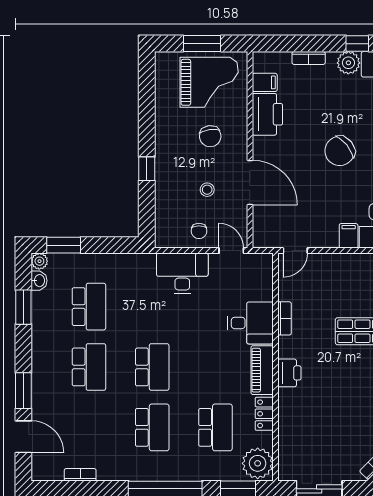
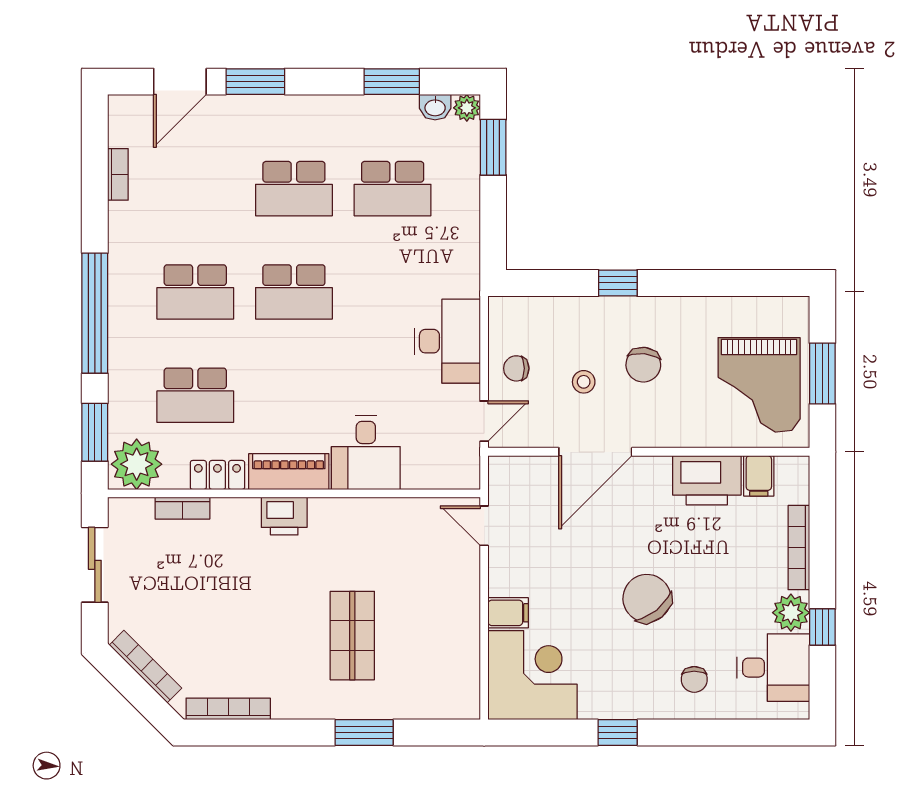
bookcase: (309, 58) -> (799, 548), width x1.56
chair: (210, 136) -> (643, 365), moved, turned -76
bookcase: (284, 318) -> (182, 508), moved

